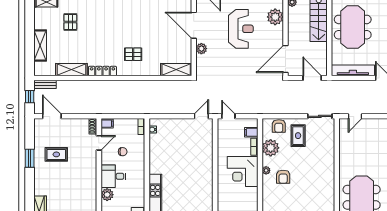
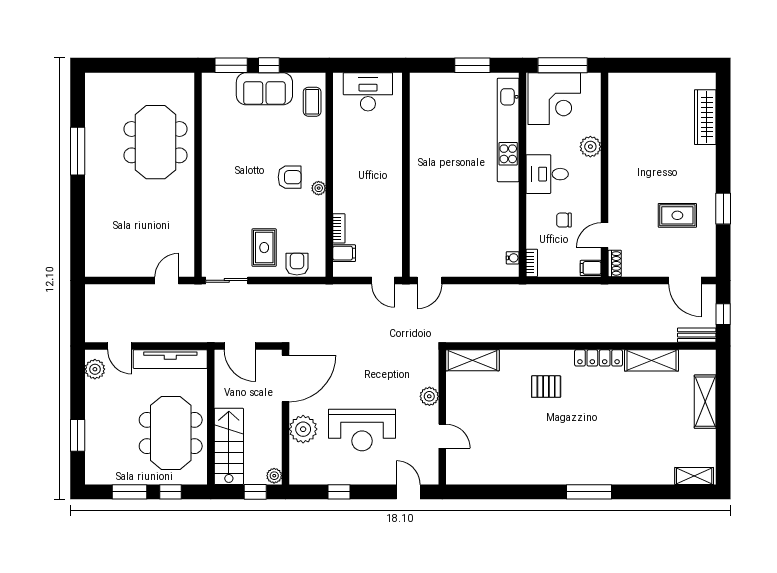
plant: (275, 17) -> (303, 429), moved
pallet: (70, 22) -> (653, 442), removed
door: (194, 25) -> (442, 436), width x0.53
reception desk: (241, 29) -> (362, 430), turned -90
plant: (271, 148) -> (311, 227), removed
corner desk: (243, 171) -> (359, 186), removed
desk: (113, 176) -> (547, 174), moved, turned 180
armchair: (283, 177) -> (290, 177), turned 90

